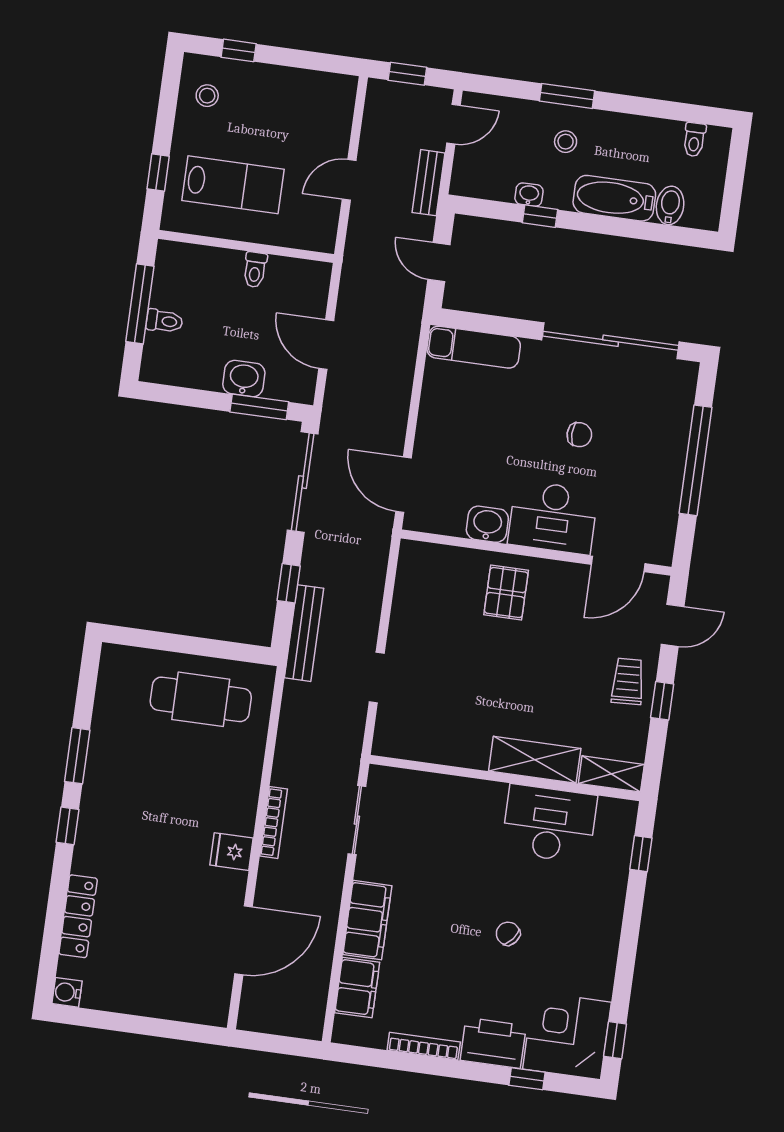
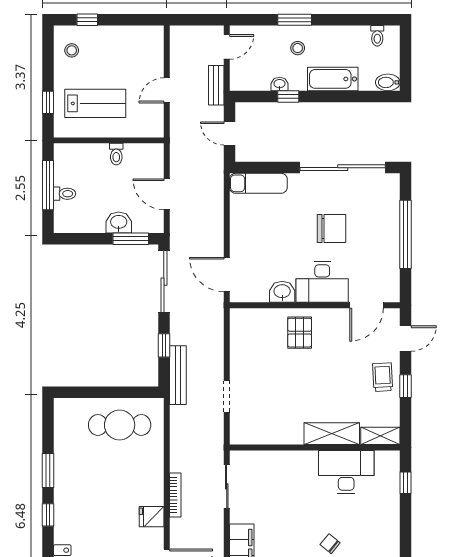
window: (407, 74) -> (194, 20), removed
bidet: (670, 205) -> (388, 82), moved, turned -90
chair: (579, 435) -> (331, 228), width x1.87, depth x1.87

